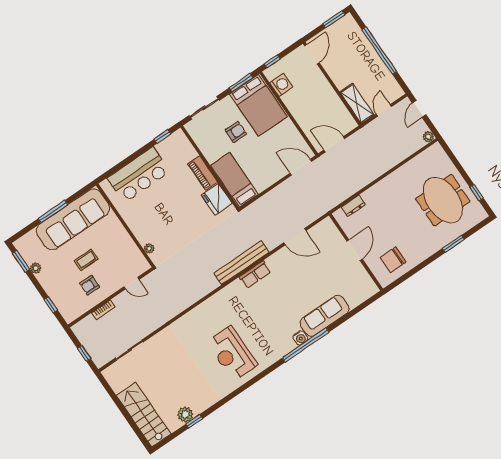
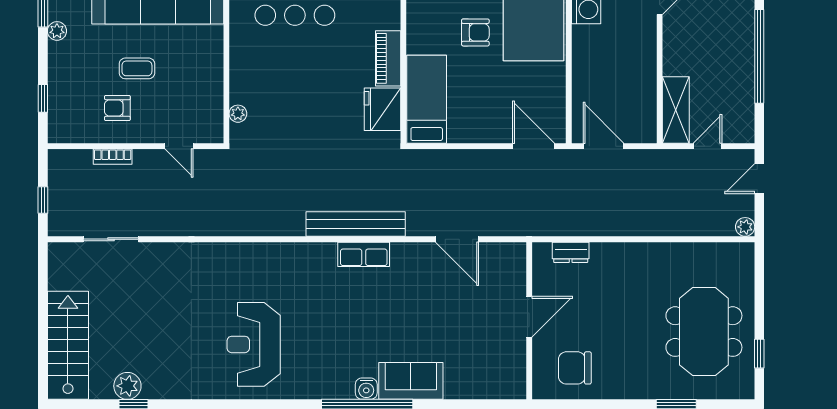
sofa: (325, 316) -> (411, 381), width x0.73

